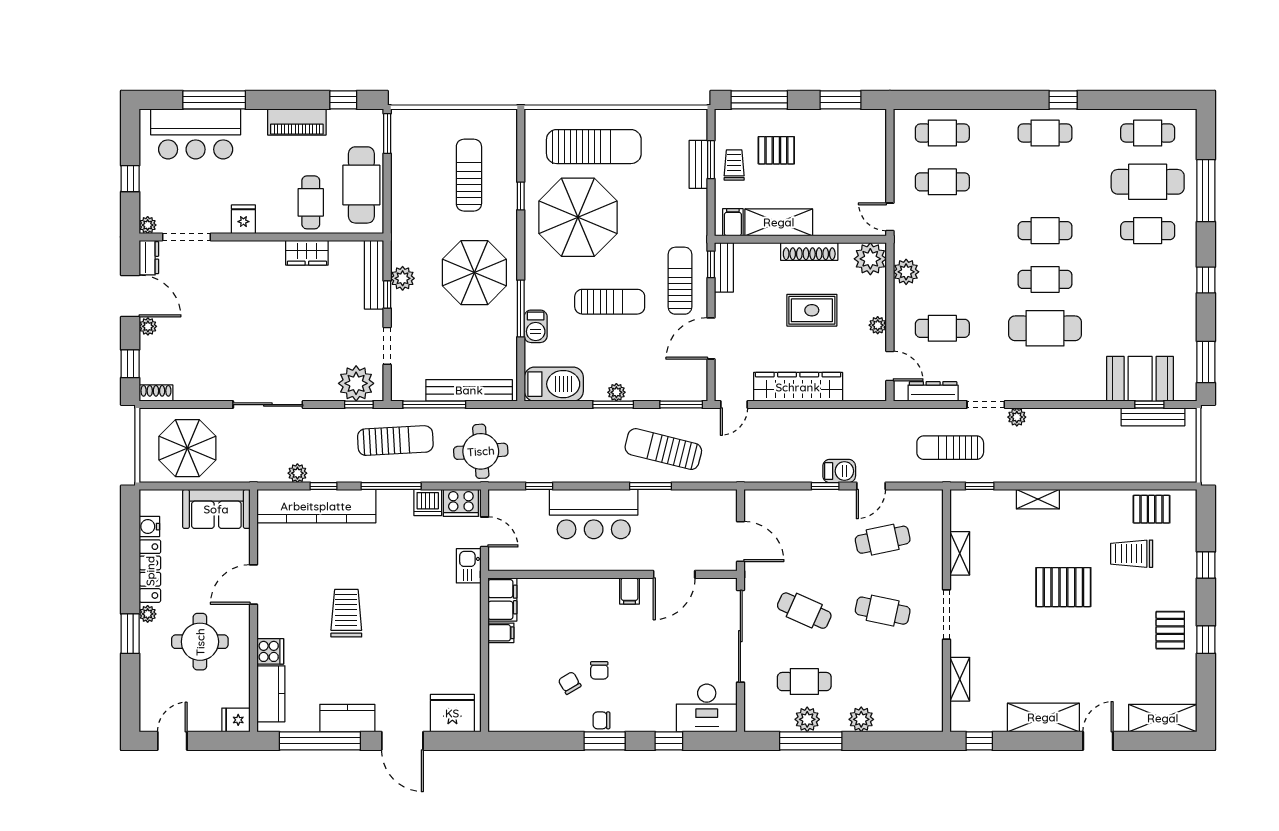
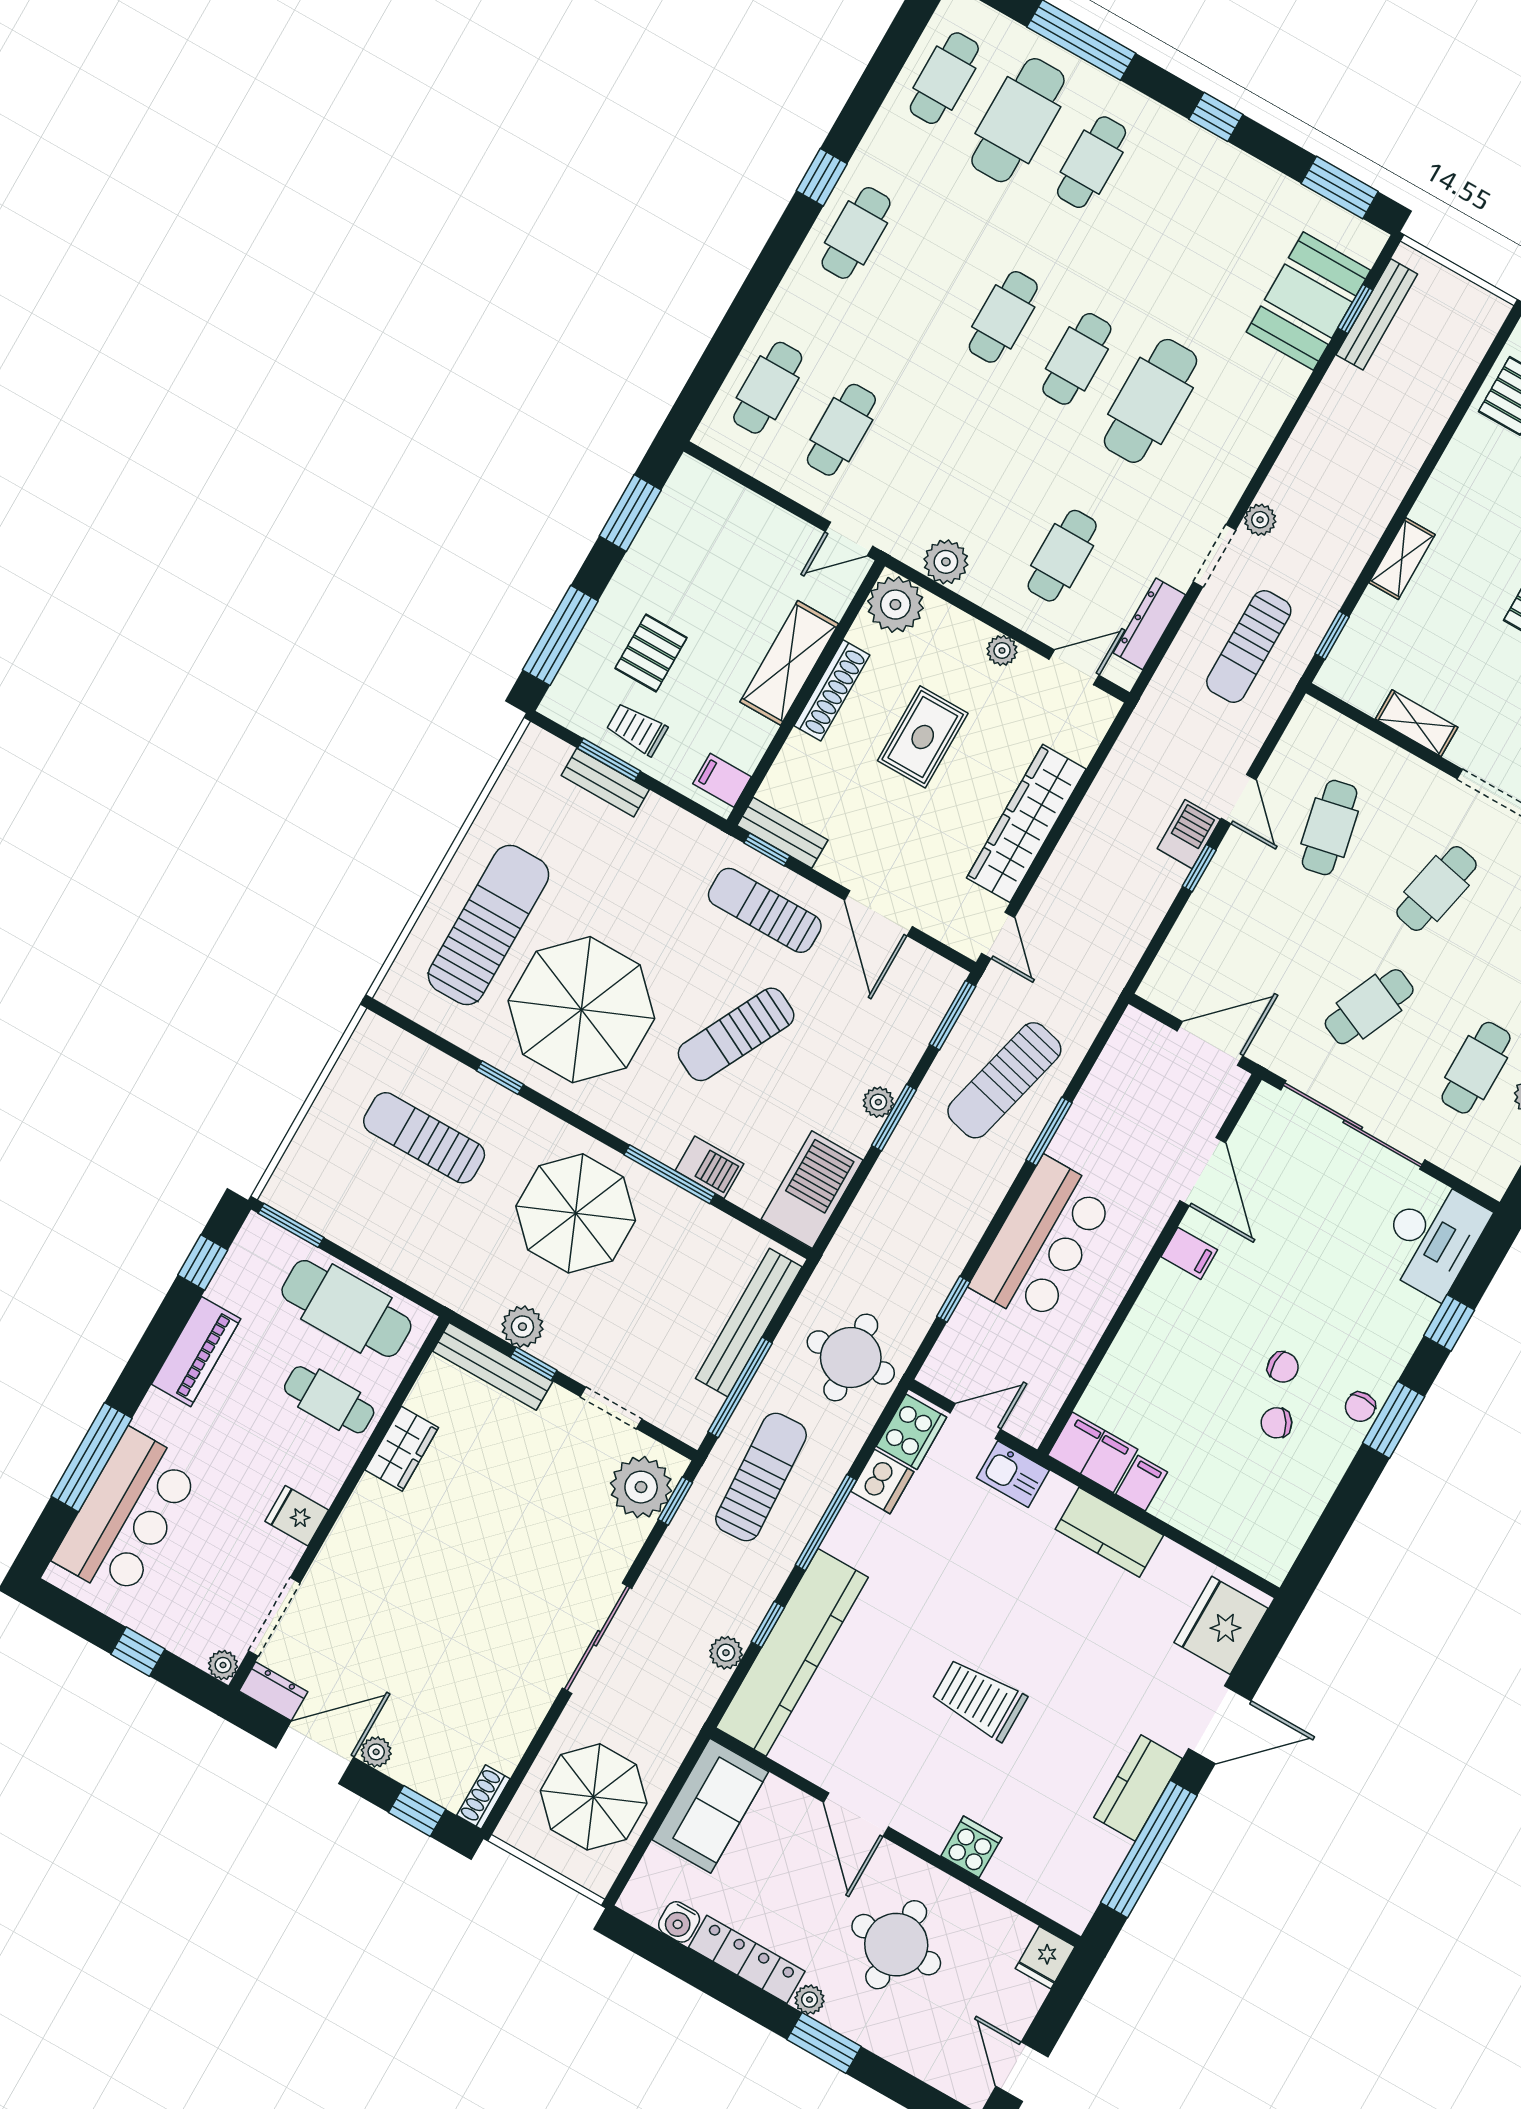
shelving: (779, 222) -> (789, 663), moved
sun lounger: (610, 302) -> (736, 1034), turned -153
kitchen counter: (271, 694) -> (1109, 1532), moved, turned 180

